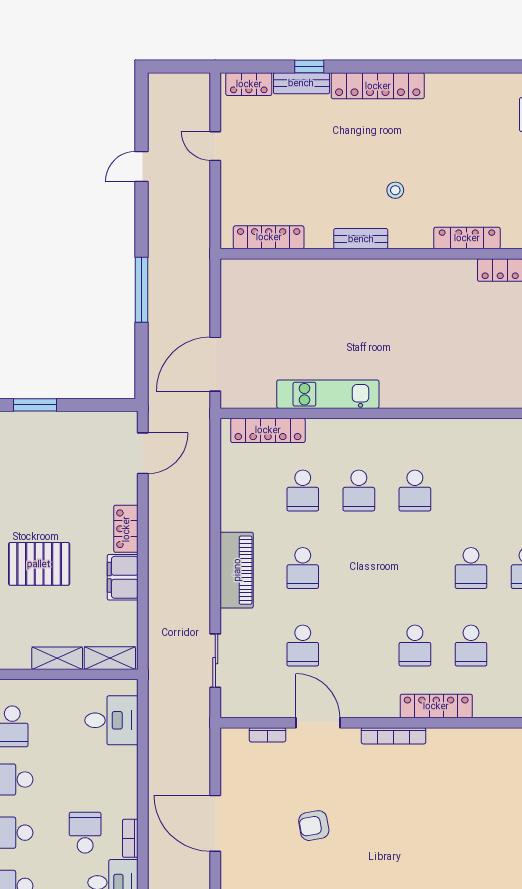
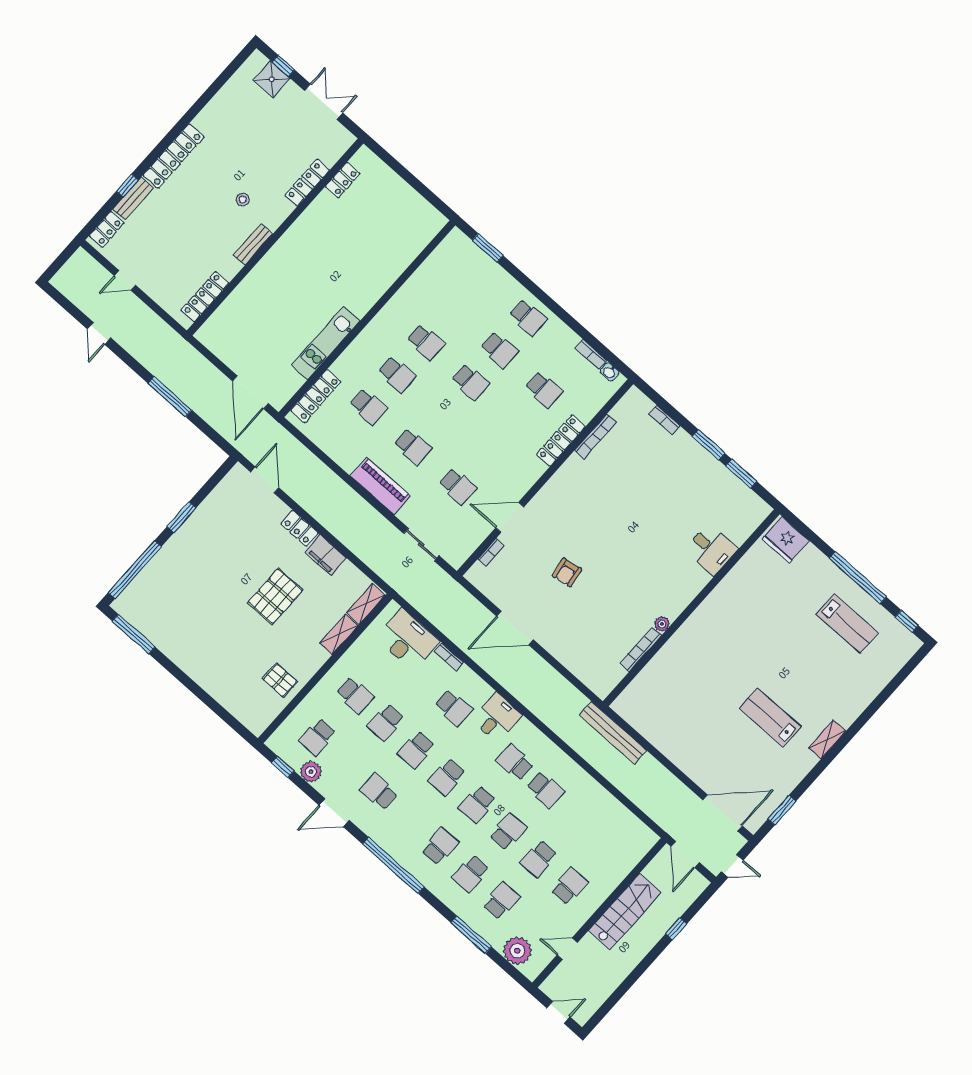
school desk: (415, 646) -> (470, 382), moved
desk: (111, 720) -> (408, 640), width x1.37
bookcase: (394, 736) -> (595, 436), moved
school desk: (85, 833) -> (454, 708), turned 180
bookcase: (130, 838) -> (449, 657), moved

